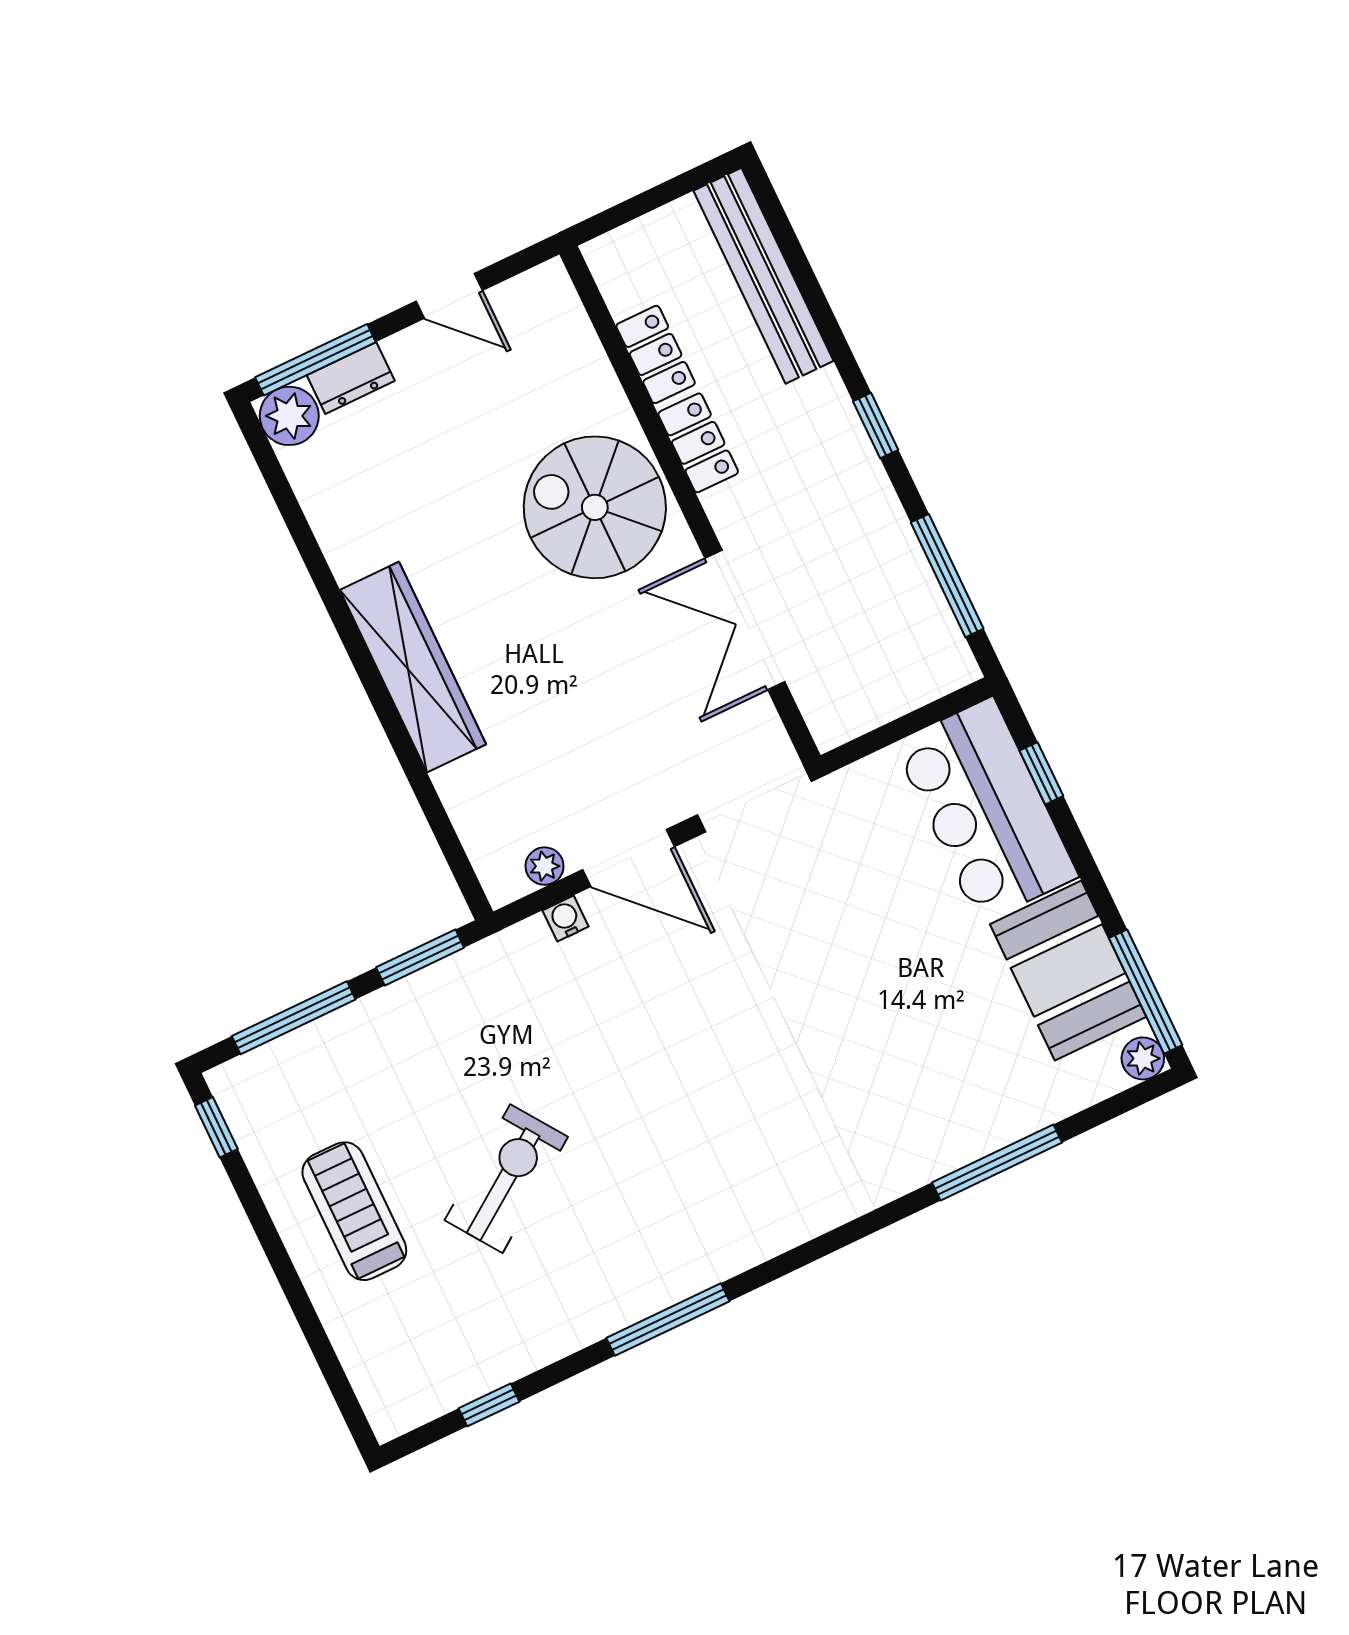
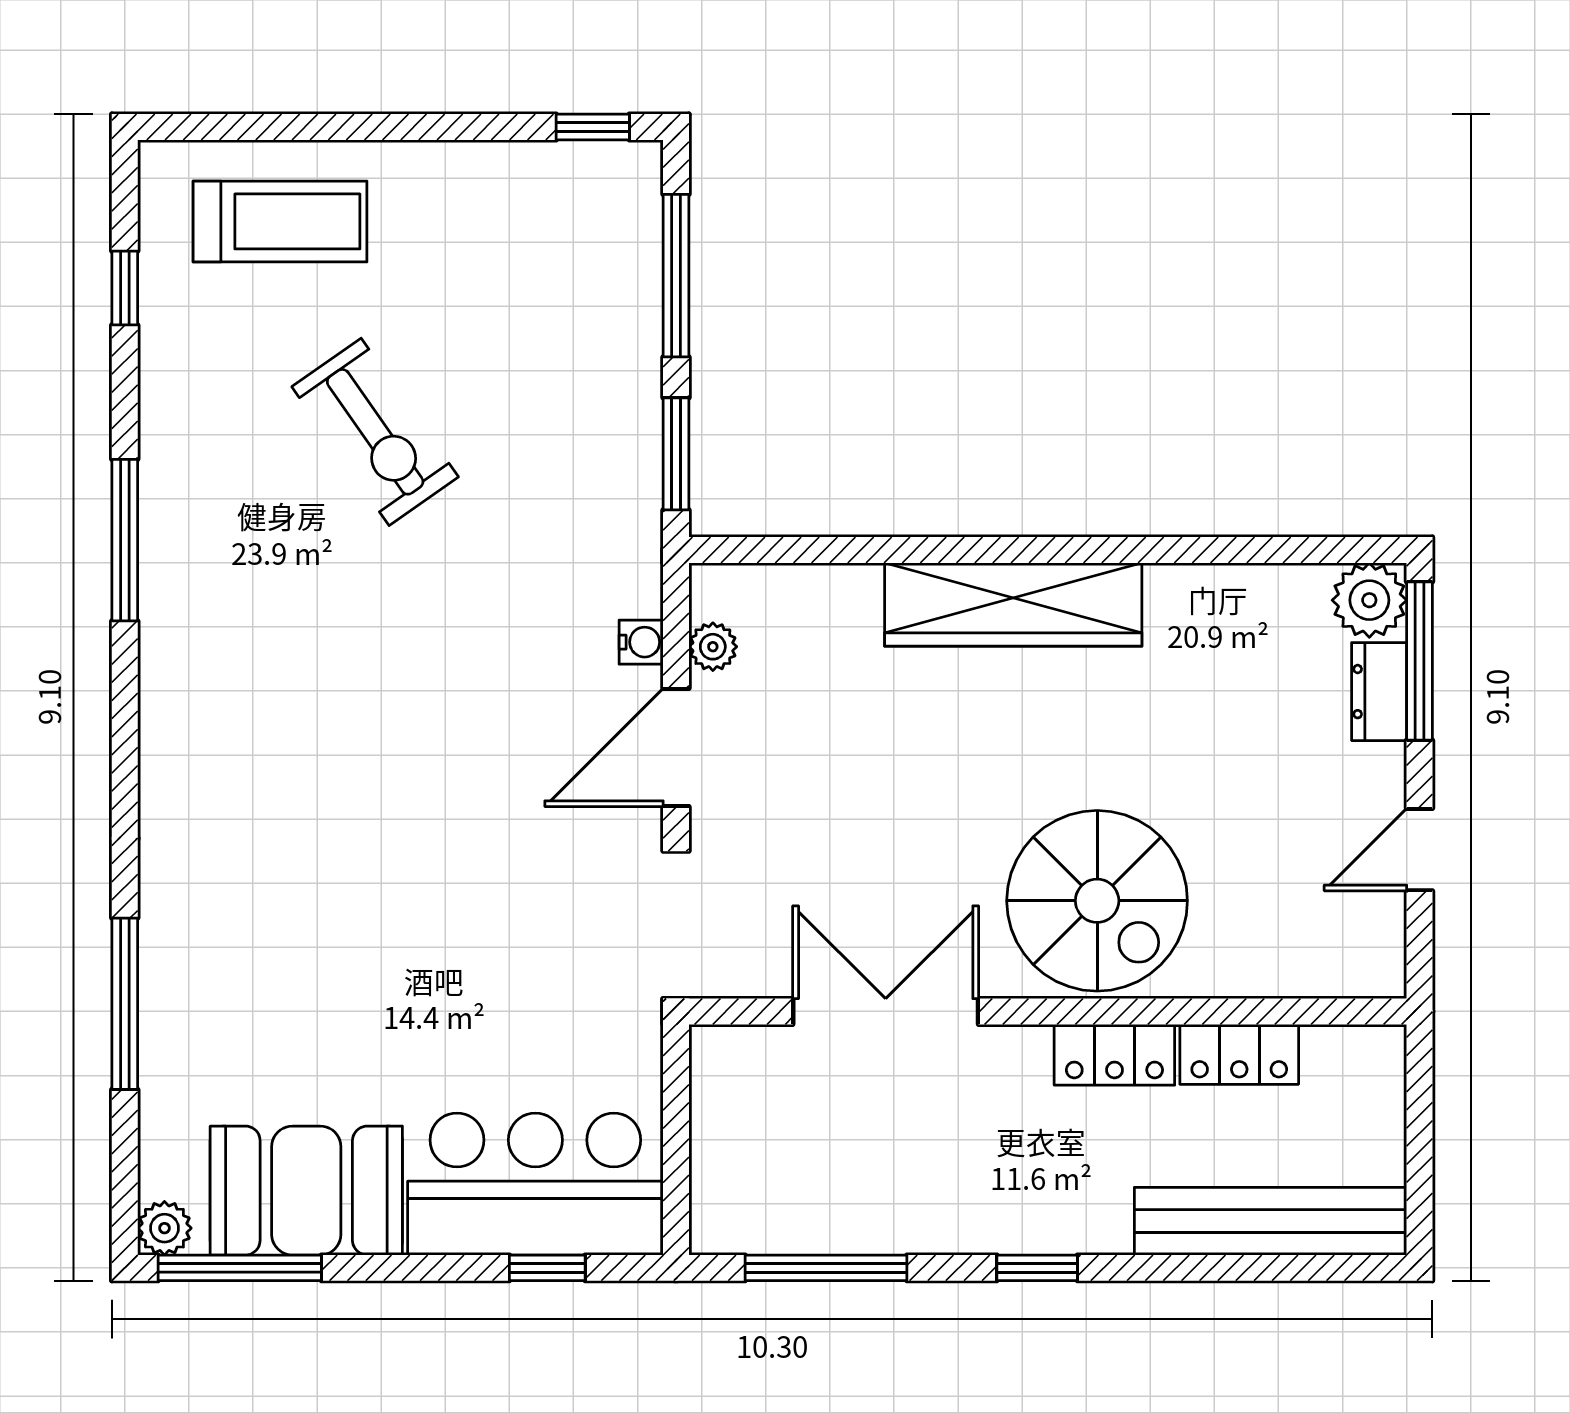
spiral stairs: (595, 507) -> (1097, 901), turned 90
treadmill: (354, 1211) -> (280, 221), moved

